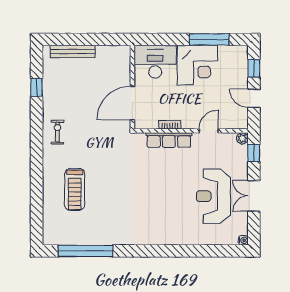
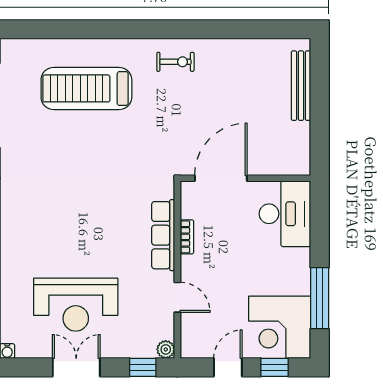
corner desk: (197, 65) -> (280, 327), moved
window: (37, 87) -> (245, 29), removed
door: (132, 103) -> (221, 178), hinge flipped
treadmill: (75, 189) -> (86, 88), width x1.37, depth x1.38
reception desk: (214, 196) -> (76, 305), turned 180

